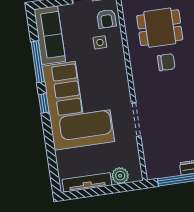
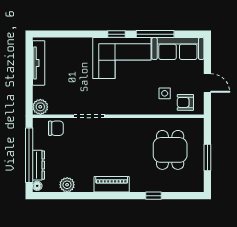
chair: (166, 62) -> (56, 128), moved, turned -90
corner sofa: (78, 104) -> (122, 58), width x0.73, depth x0.74
plant: (120, 176) -> (40, 107), moved

